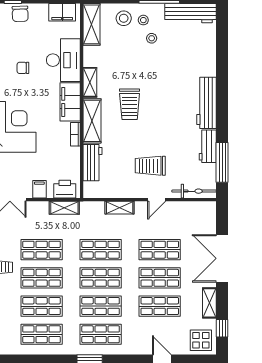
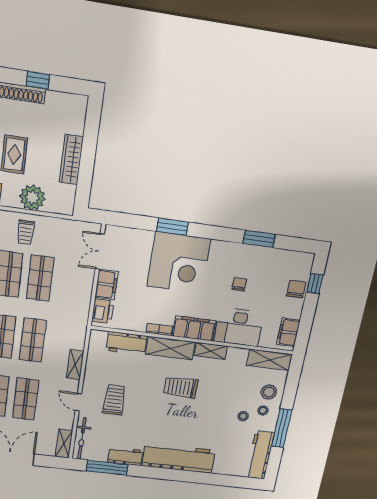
chair: (20, 14) -> (296, 289), turned 92
workbench: (207, 103) -> (179, 458), width x1.36, depth x1.32
filing cabinet: (39, 189) -> (106, 285), width x2.00
shelving: (64, 208) -> (64, 444), moved

